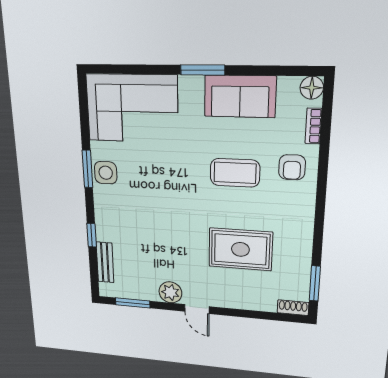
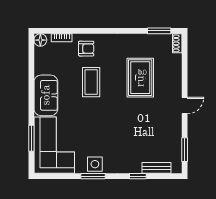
window: (203, 70) -> (31, 138), moved
sofa: (240, 96) -> (46, 95), moved
plant: (170, 292) -> (174, 123), removed

